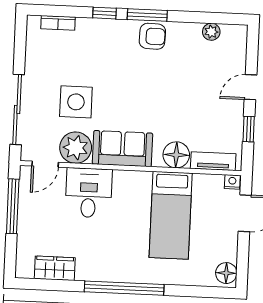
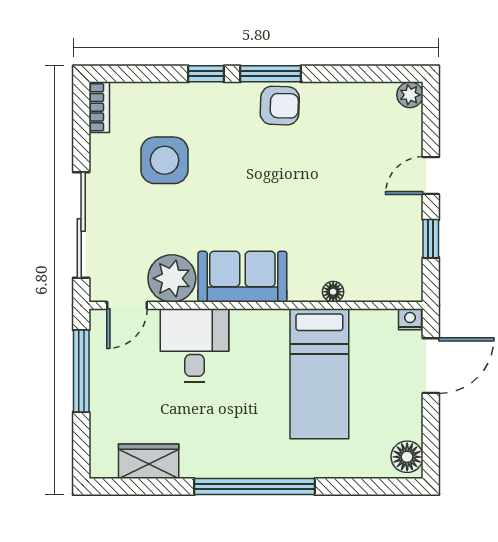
bookcase: (58, 23) -> (99, 107), moved, turned -90
plant: (211, 32) -> (410, 95), moved
side table: (76, 102) -> (164, 160), moved
floor lamp: (176, 155) -> (333, 292), width x0.53, depth x0.53
tv unit: (213, 161) -> (380, 289), removed

